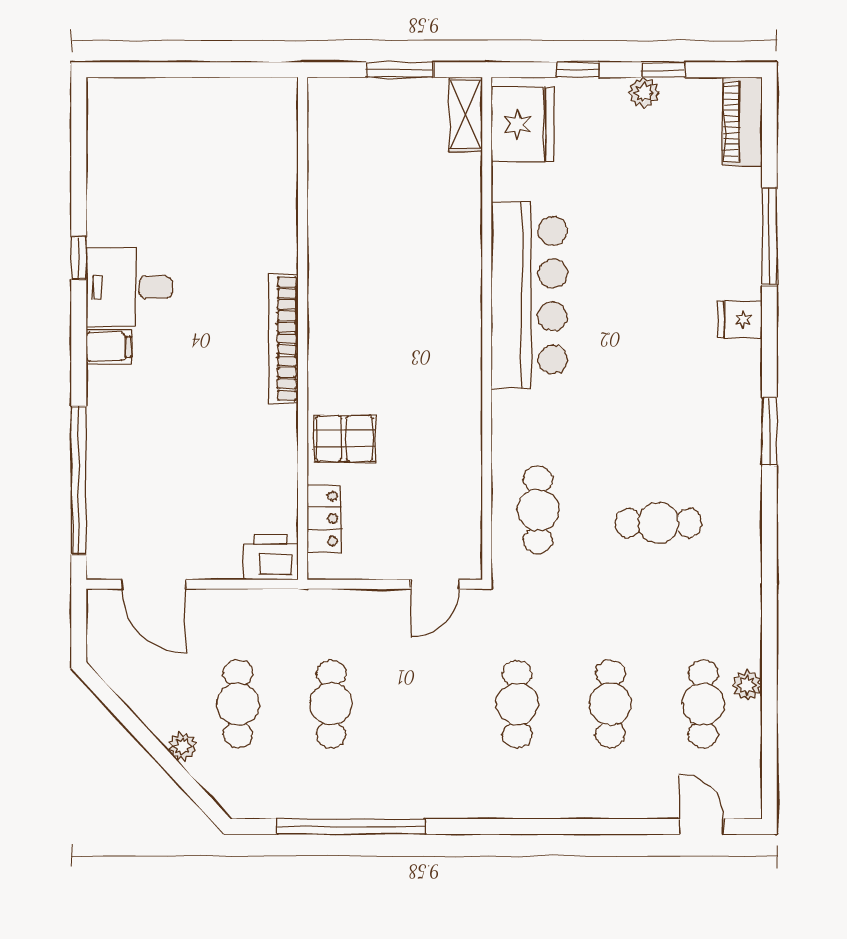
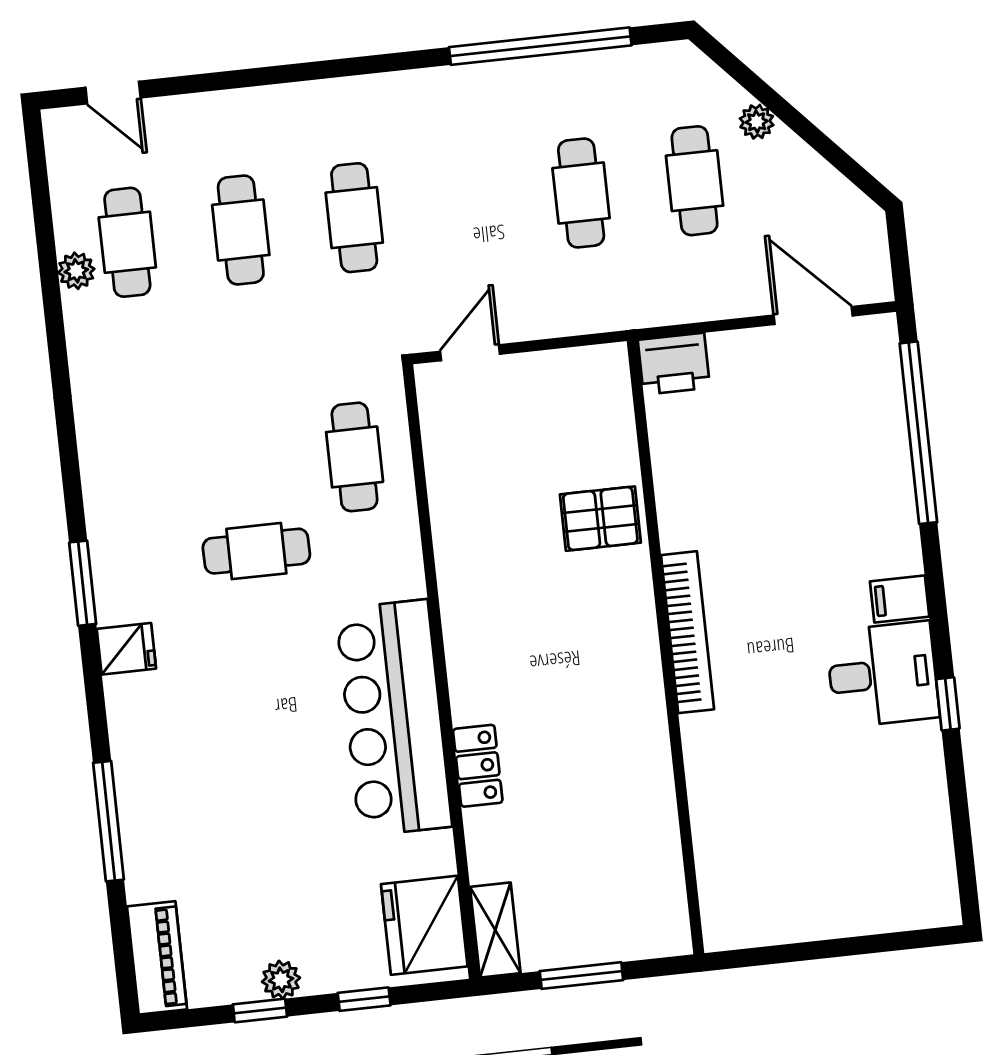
fridge: (740, 320) -> (126, 649), moved
locker: (324, 519) -> (478, 766), moved, turned 180
cafe table: (658, 523) -> (256, 551), moved

